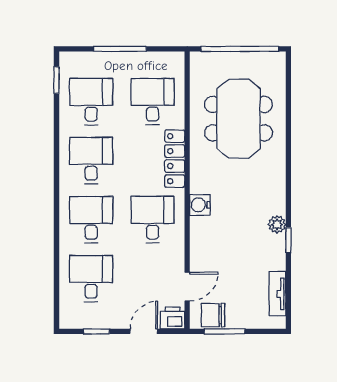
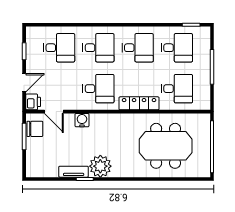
water cooler: (200, 205) -> (82, 120), moved
plant: (277, 224) -> (100, 166), width x1.87, depth x1.87
tv unit: (277, 294) -> (74, 172), moved
chair: (213, 315) -> (35, 129), turned 90
door: (144, 331) -> (24, 83), hinge flipped

